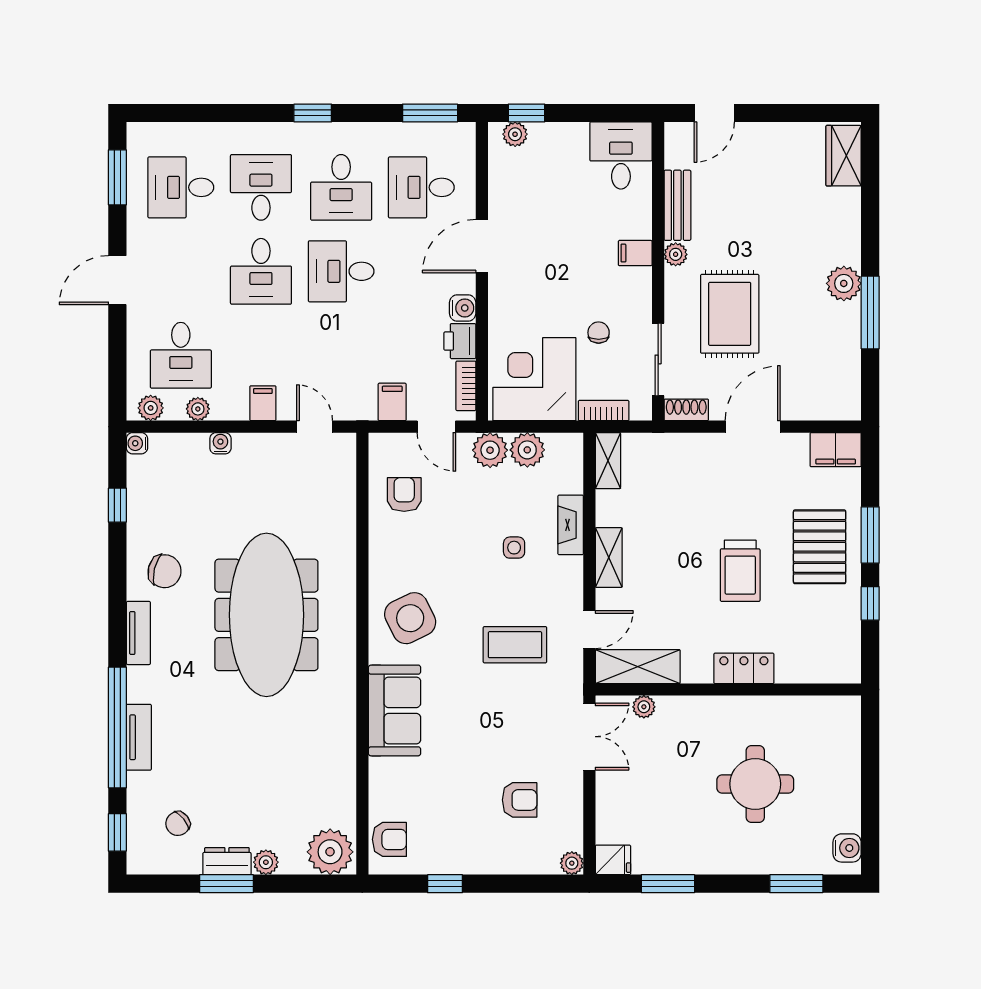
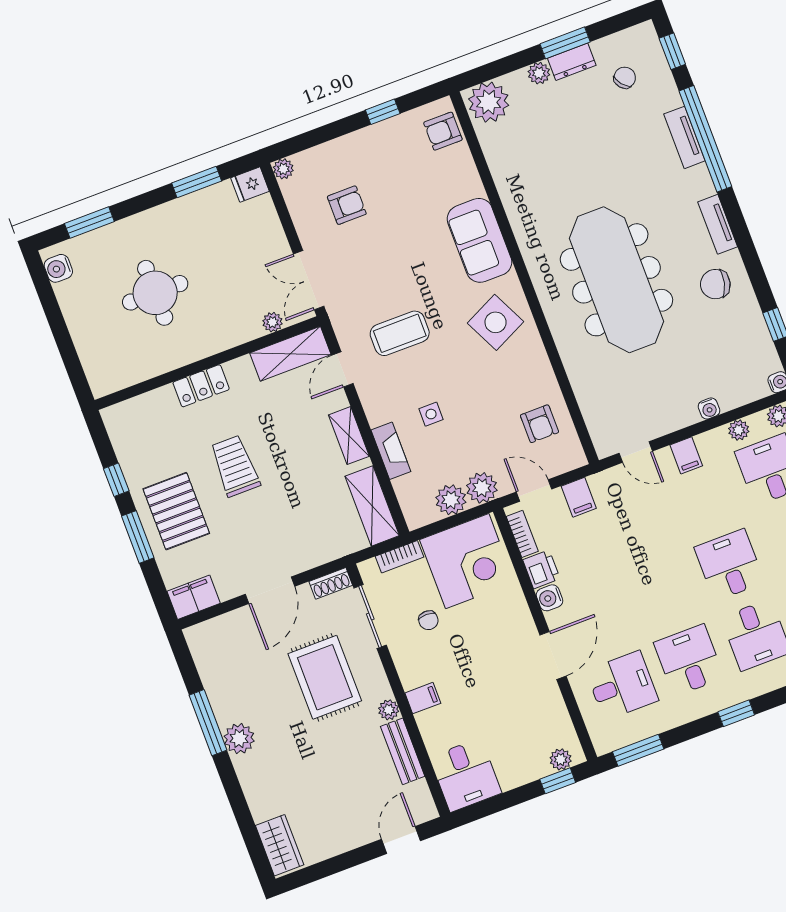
desk: (341, 271) -> (663, 590), removed
shelving: (608, 461) -> (372, 506), width x1.50, depth x1.33
armchair: (520, 800) -> (347, 205), turned 180

